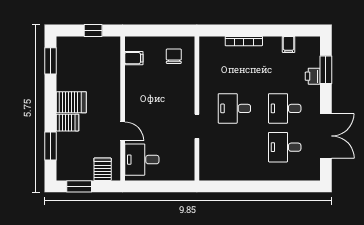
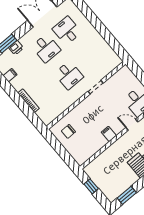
filing cabinet: (134, 58) -> (109, 134), moved
door: (123, 131) -> (132, 125), hinge flipped
desk: (285, 147) -> (67, 31), turned 180

